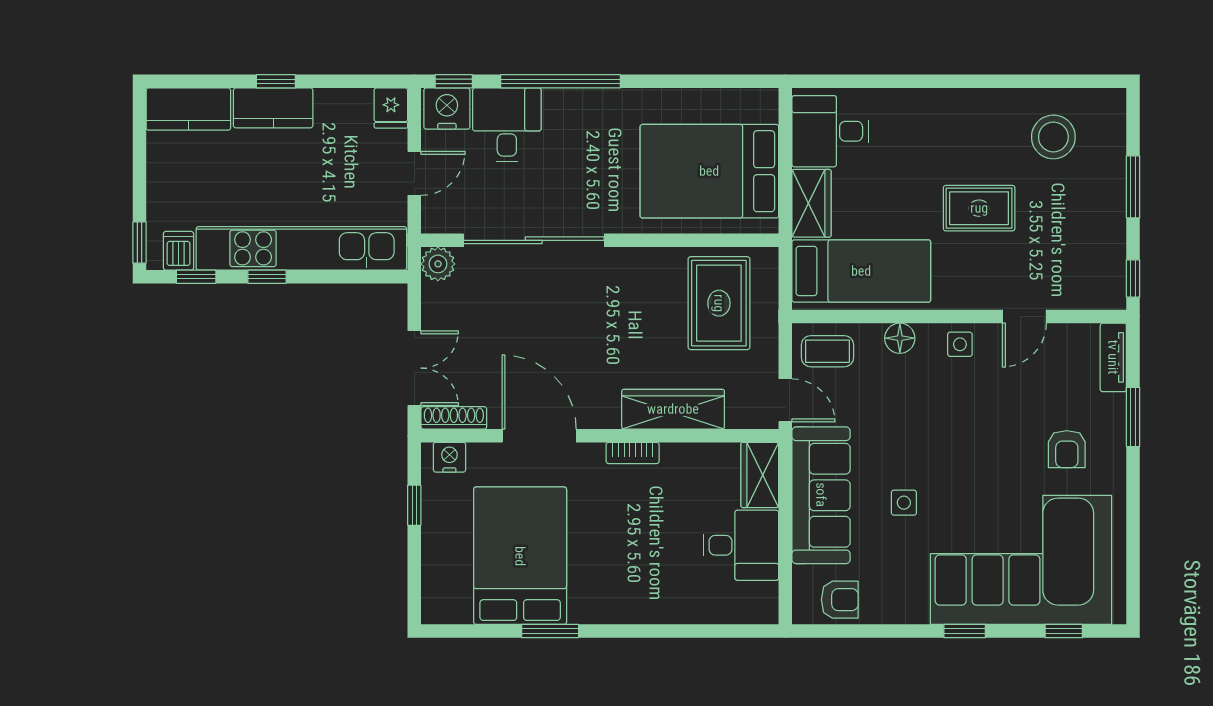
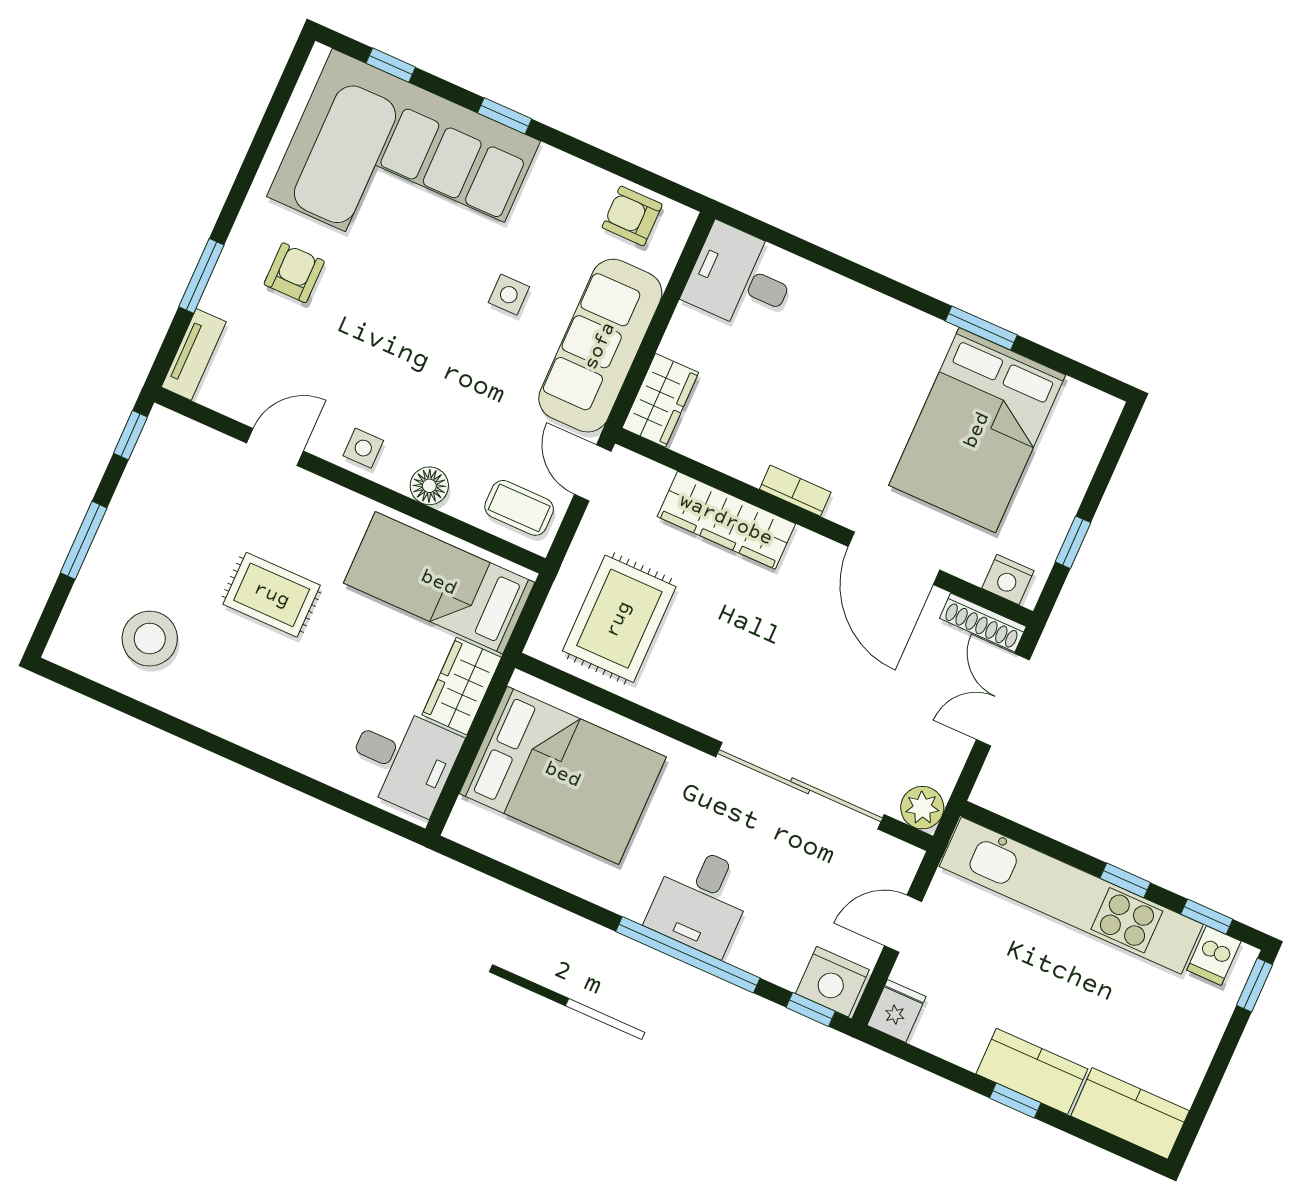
desk: (507, 125) -> (701, 900), moved
desk: (741, 545) -> (741, 278), moved

